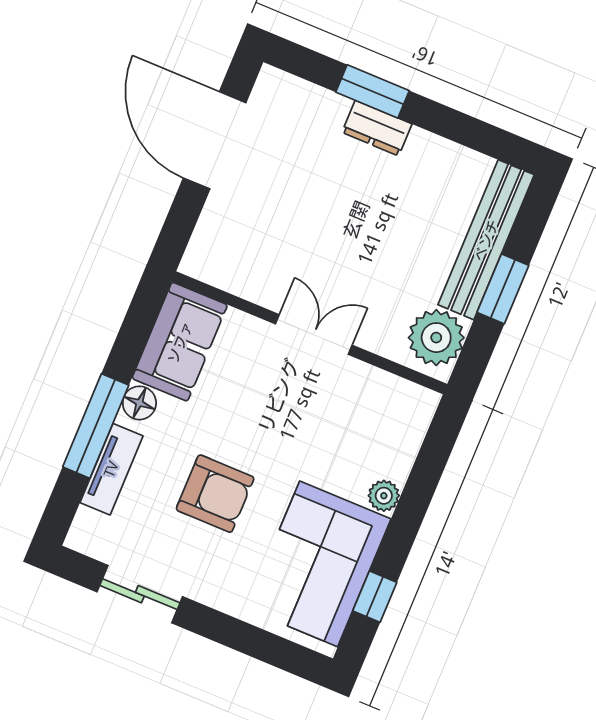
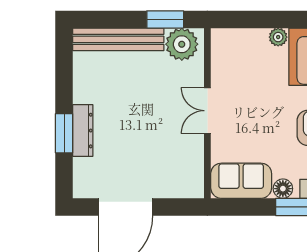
dresser: (377, 128) -> (83, 131), width x1.44
window: (503, 289) -> (165, 19), moved

